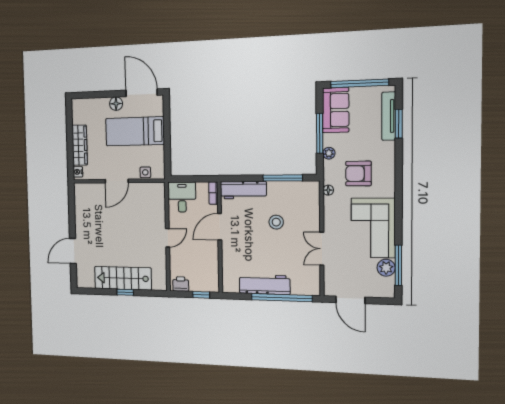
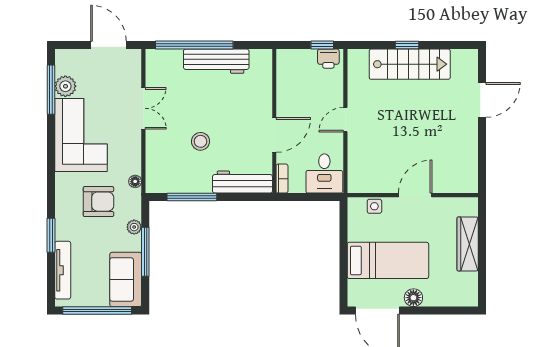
window: (399, 124) -> (51, 235), moved
nightstand: (78, 172) -> (471, 208), removed
window: (201, 295) -> (322, 45), moved

